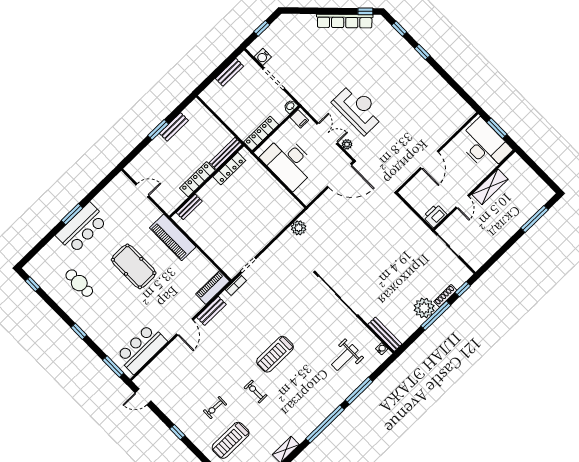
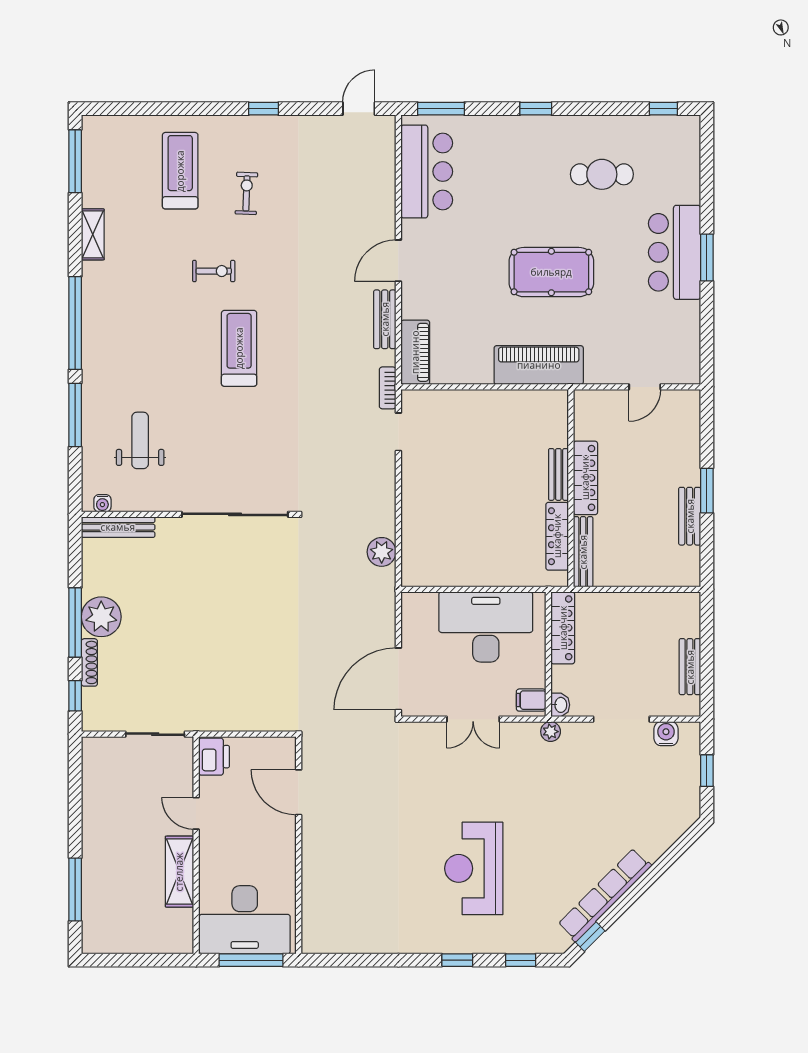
reception desk: (358, 109) -> (474, 868), moved, turned 90
window: (497, 128) -> (251, 960), width x1.44
plant: (347, 144) -> (551, 732), moved
door: (429, 160) -> (299, 792), moved
bench: (189, 207) -> (558, 474), moved
door: (185, 327) -> (398, 261), hinge flipped

